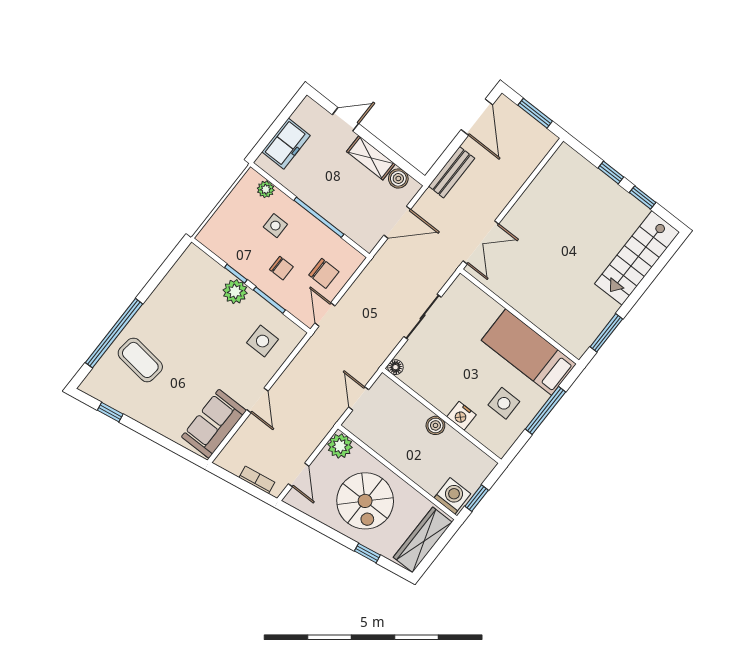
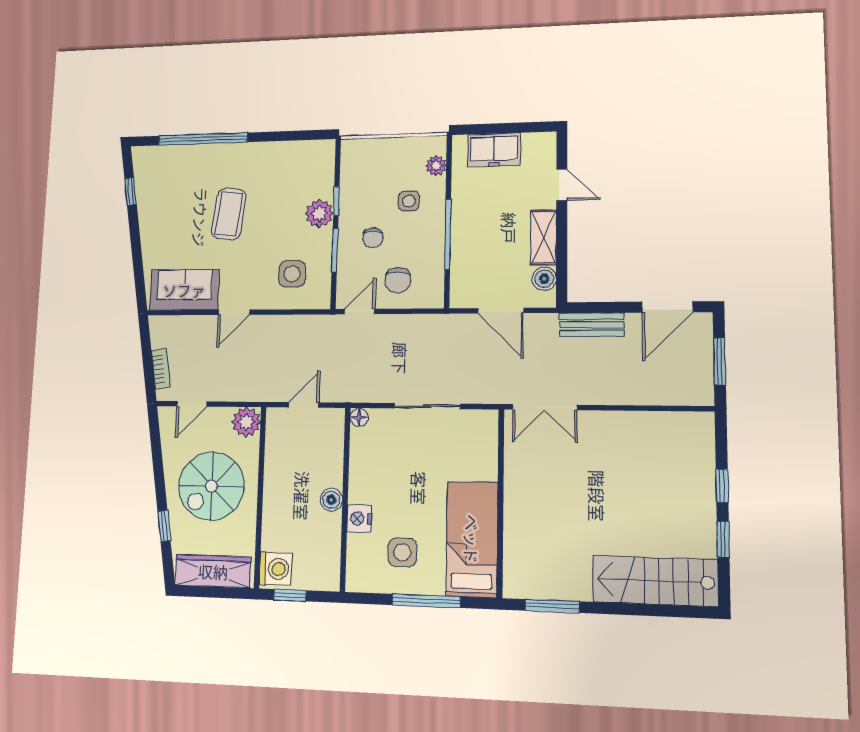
coffee table: (140, 360) -> (229, 214), moved

